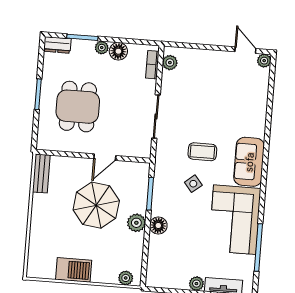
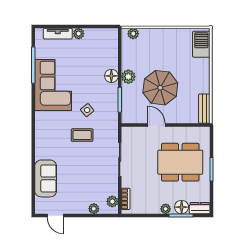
floor lamp: (118, 51) -> (182, 207), moved
plant: (264, 61) -> (94, 209), moved
dining table: (78, 107) -> (180, 162), width x1.38
door: (105, 157) -> (157, 125), hinge flipped
sofa: (249, 162) -> (46, 178), moved
barbecue: (74, 270) -> (201, 44), moved, turned 90

